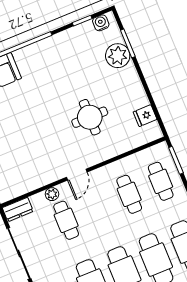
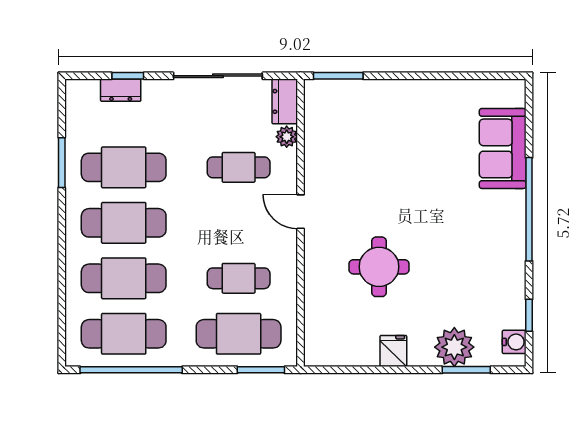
fridge: (145, 116) -> (393, 351), moved
cafe table: (161, 181) -> (239, 334), width x1.37, depth x1.35
plant: (52, 194) -> (287, 137), moved

